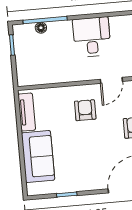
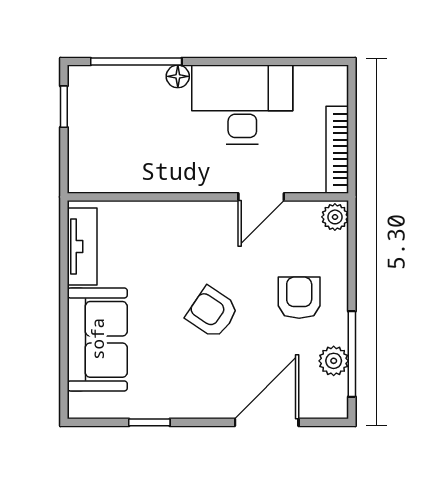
floor lamp: (41, 28) -> (178, 76), moved
desk: (92, 37) -> (242, 105), width x1.37
armchair: (85, 110) -> (212, 312), moved, turned -56

